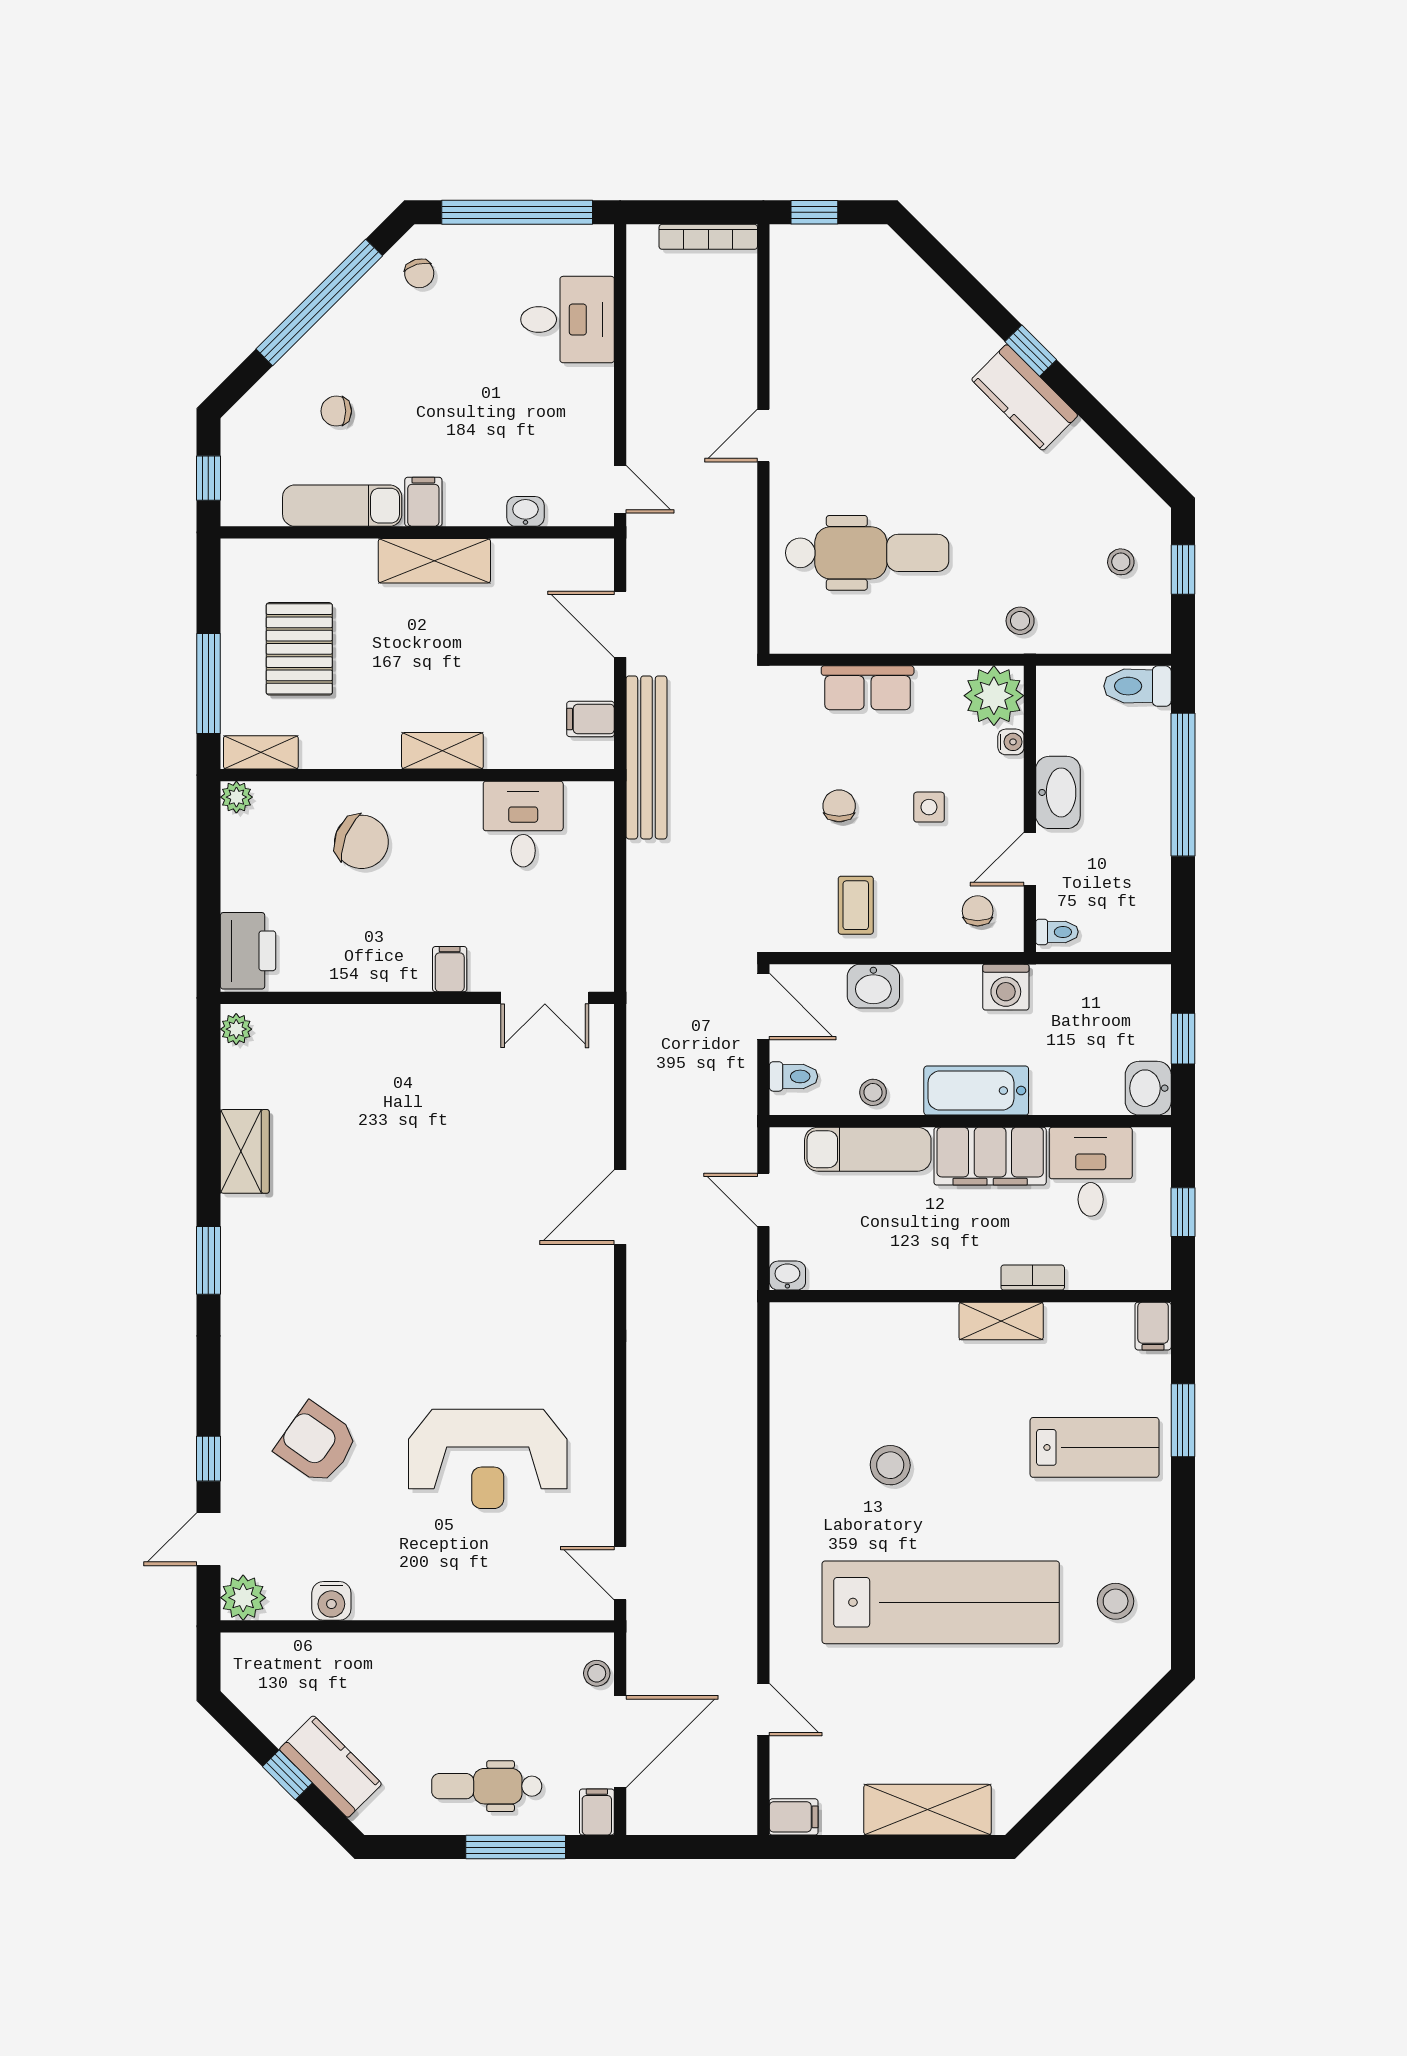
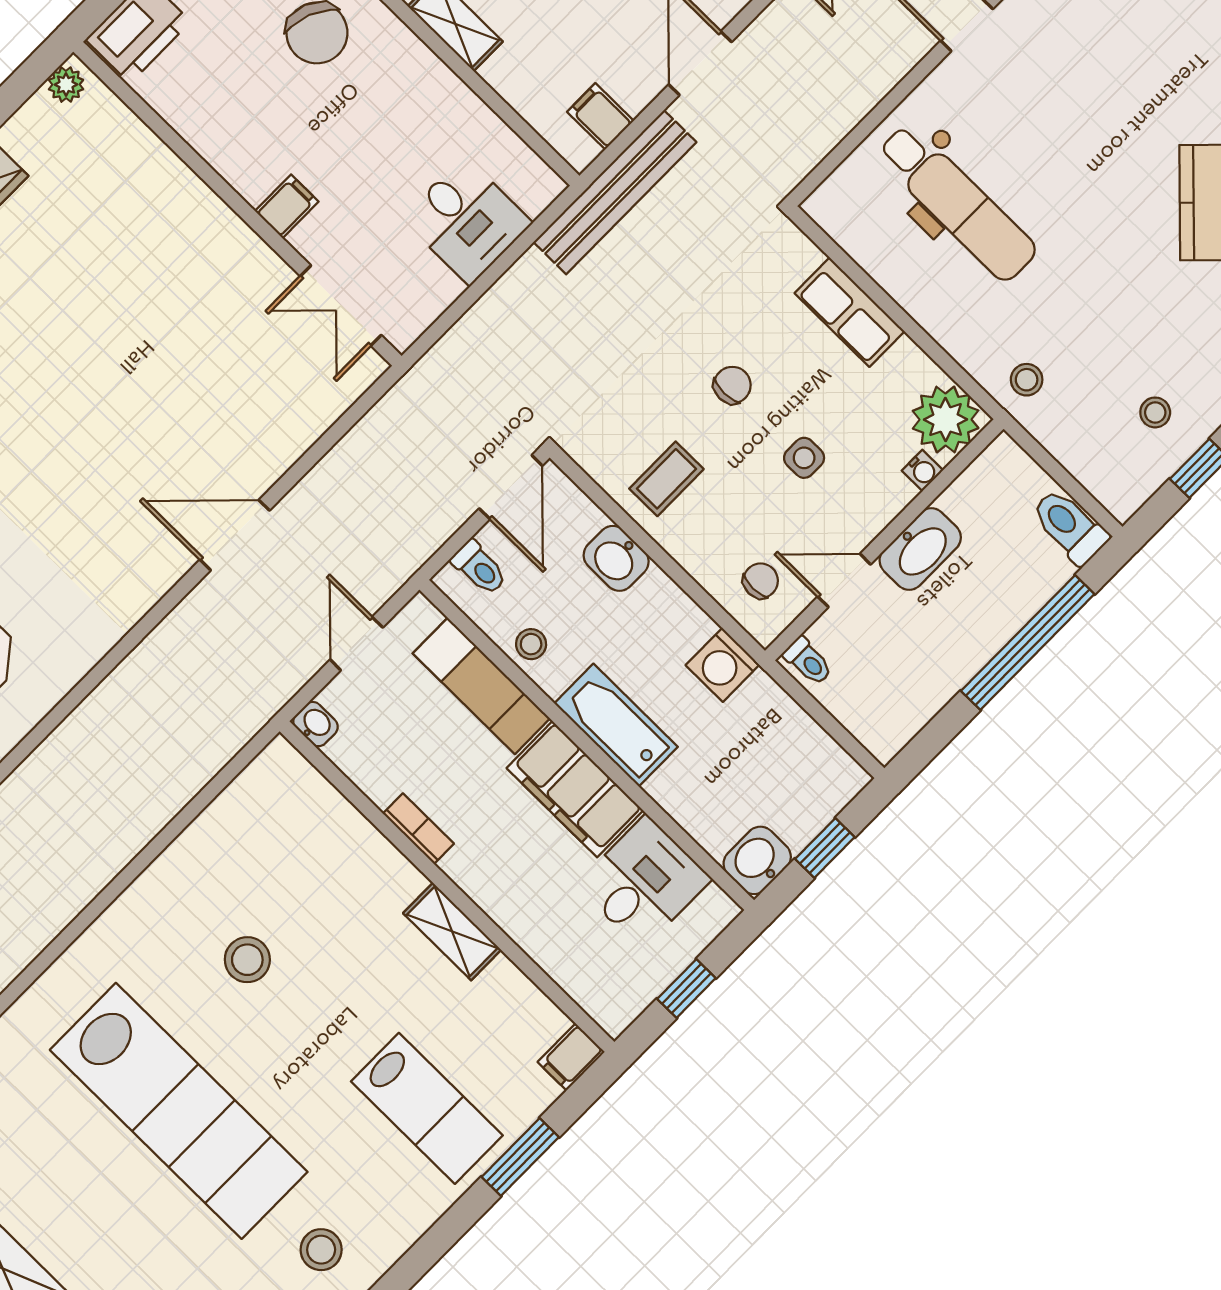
desk: (523, 824) -> (467, 220), moved, turned 90
bookcase: (1033, 1278) -> (418, 829), moved

